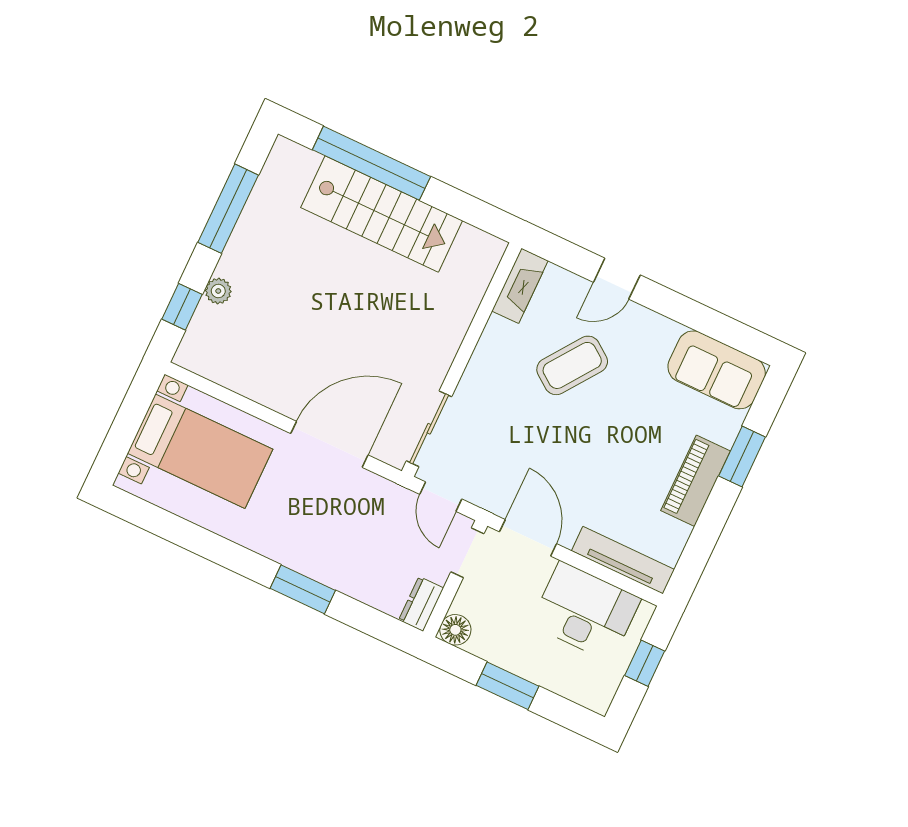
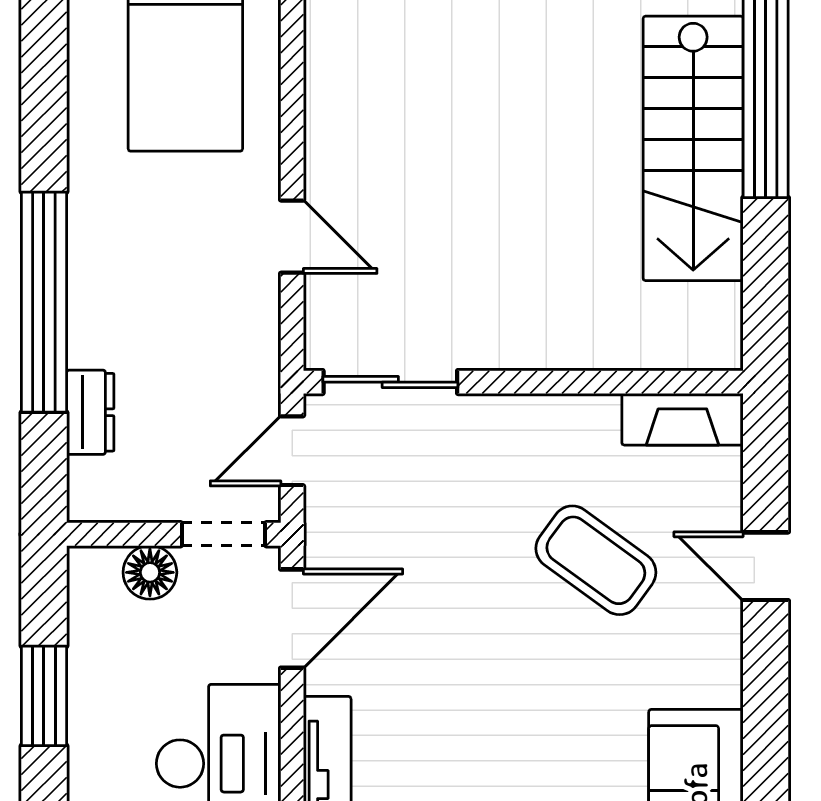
door: (329, 444) -> (292, 237), width x0.53
window: (303, 589) -> (44, 302), width x2.11
dresser: (421, 604) -> (90, 412), moved, turned 90
floor lamp: (455, 630) -> (150, 572), moved

